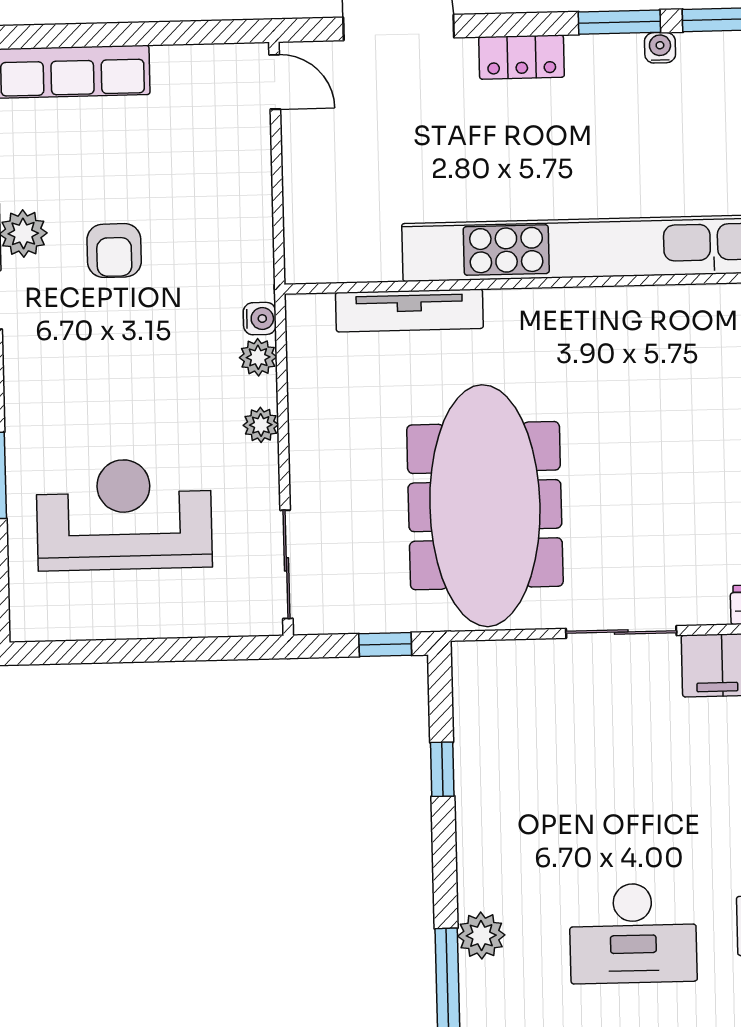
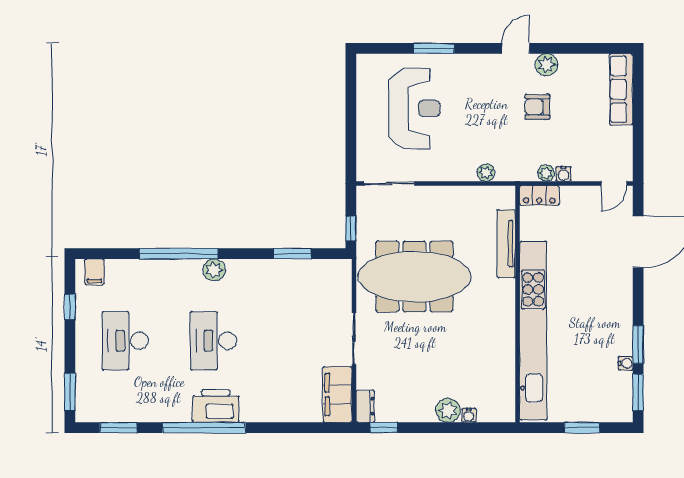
locker: (521, 57) -> (539, 196), moved, turned -90
water cooler: (260, 319) -> (563, 174), moved
plant: (261, 425) -> (546, 173), moved
window: (442, 769) -> (292, 254), width x1.50

